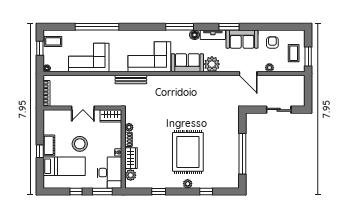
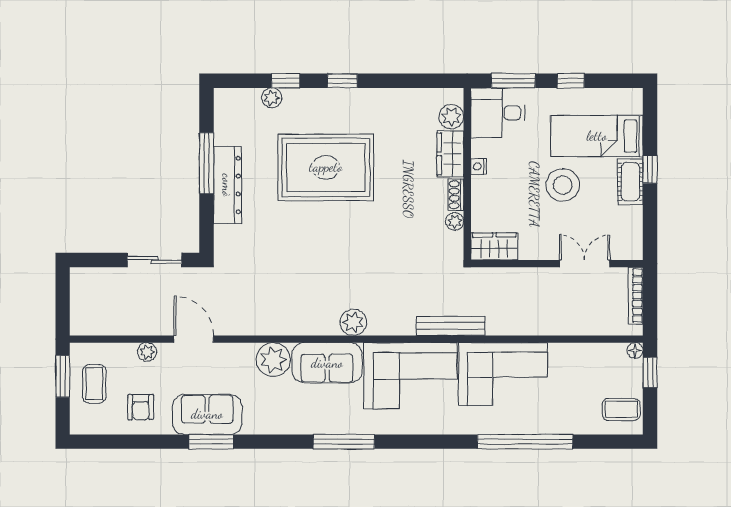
window: (229, 27) -> (211, 442), moved
floor lamp: (195, 35) -> (311, 424), removed
tv unit: (213, 35) -> (271, 424), removed
window: (40, 48) -> (650, 372), moved
corner sofa: (89, 58) -> (503, 374), moved
plant: (175, 81) -> (353, 322), added
double door: (83, 108) -> (584, 264), moved
sliding door: (279, 110) -> (154, 260), moved
dresser: (233, 144) -> (227, 185), added
rug: (188, 152) -> (326, 167), turned 90
window: (242, 154) -> (207, 163), width x0.68
desk: (109, 173) -> (498, 113), width x0.73
plant: (188, 184) -> (272, 98), moved
window: (159, 192) -> (342, 81), moved

